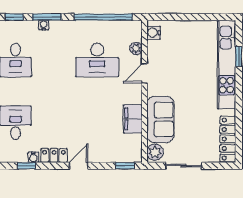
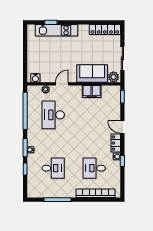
desk: (97, 60) -> (53, 115), turned 180
kitchen unit: (227, 65) -> (56, 30), width x0.73
door: (144, 73) -> (62, 84), swing flipped

